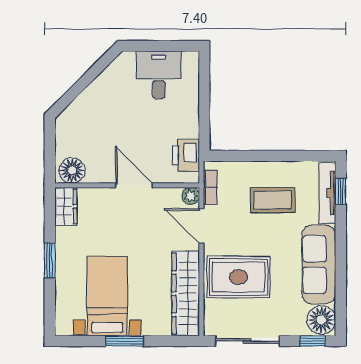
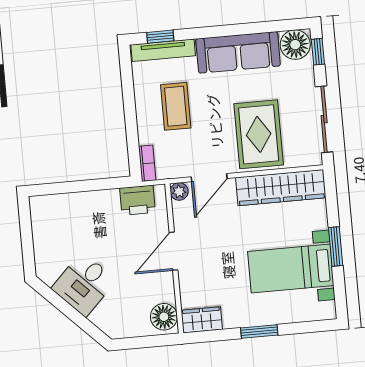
desk: (159, 75) -> (84, 284), moved, turned -45
bookcase: (210, 187) -> (147, 163), moved, turned 90

